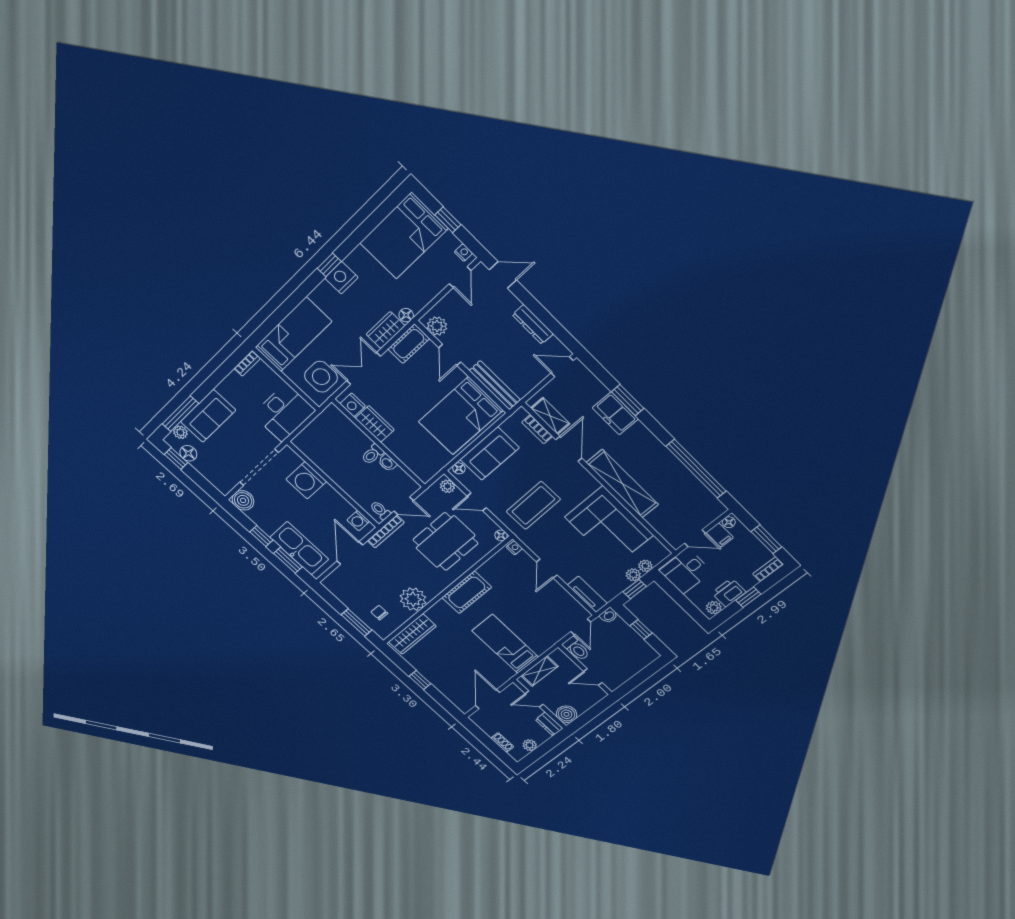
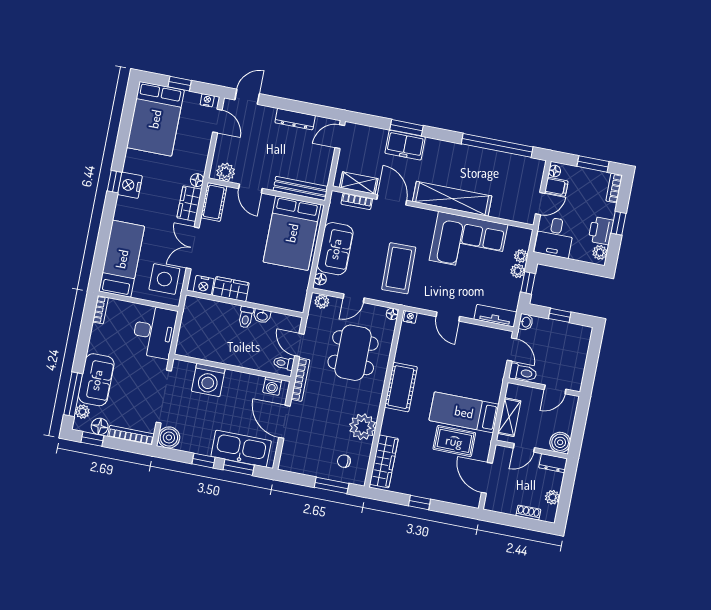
bookcase: (211, 477) -> (131, 435), added
door: (404, 506) -> (299, 345), swing flipped
rug: (481, 658) -> (454, 441), added

